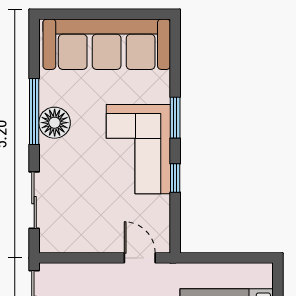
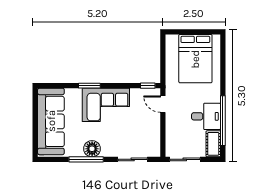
window: (175, 178) -> (148, 86), moved
door: (140, 258) -> (163, 104), hinge flipped

